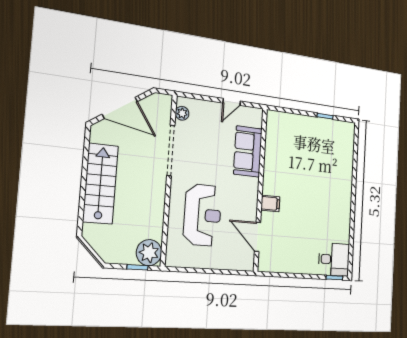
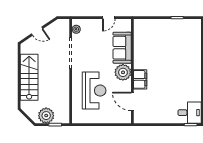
door: (120, 108) -> (37, 31), width x0.53
plant: (247, 190) -> (123, 72), added
filing cabinet: (270, 203) -> (140, 79), width x2.00
plant: (149, 253) -> (46, 116), moved

